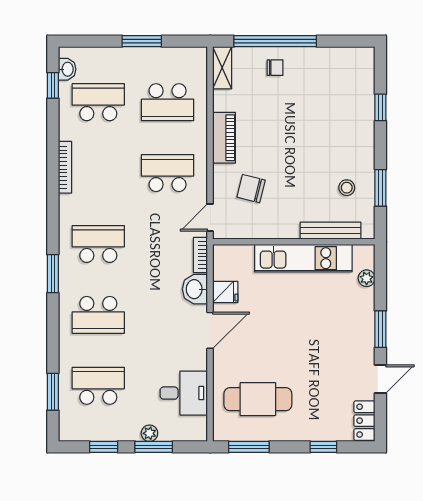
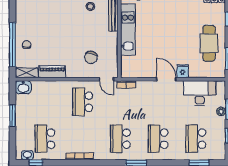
school desk: (168, 102) -> (45, 102), removed
piano: (224, 138) -> (52, 72), moved
washbasin: (195, 289) -> (23, 87), moved
fridge: (225, 292) -> (183, 71), moved
school desk: (98, 315) -> (158, 139), turned 180
desk: (184, 393) -> (200, 93), width x1.37
cafe table: (258, 399) -> (209, 43), moved

